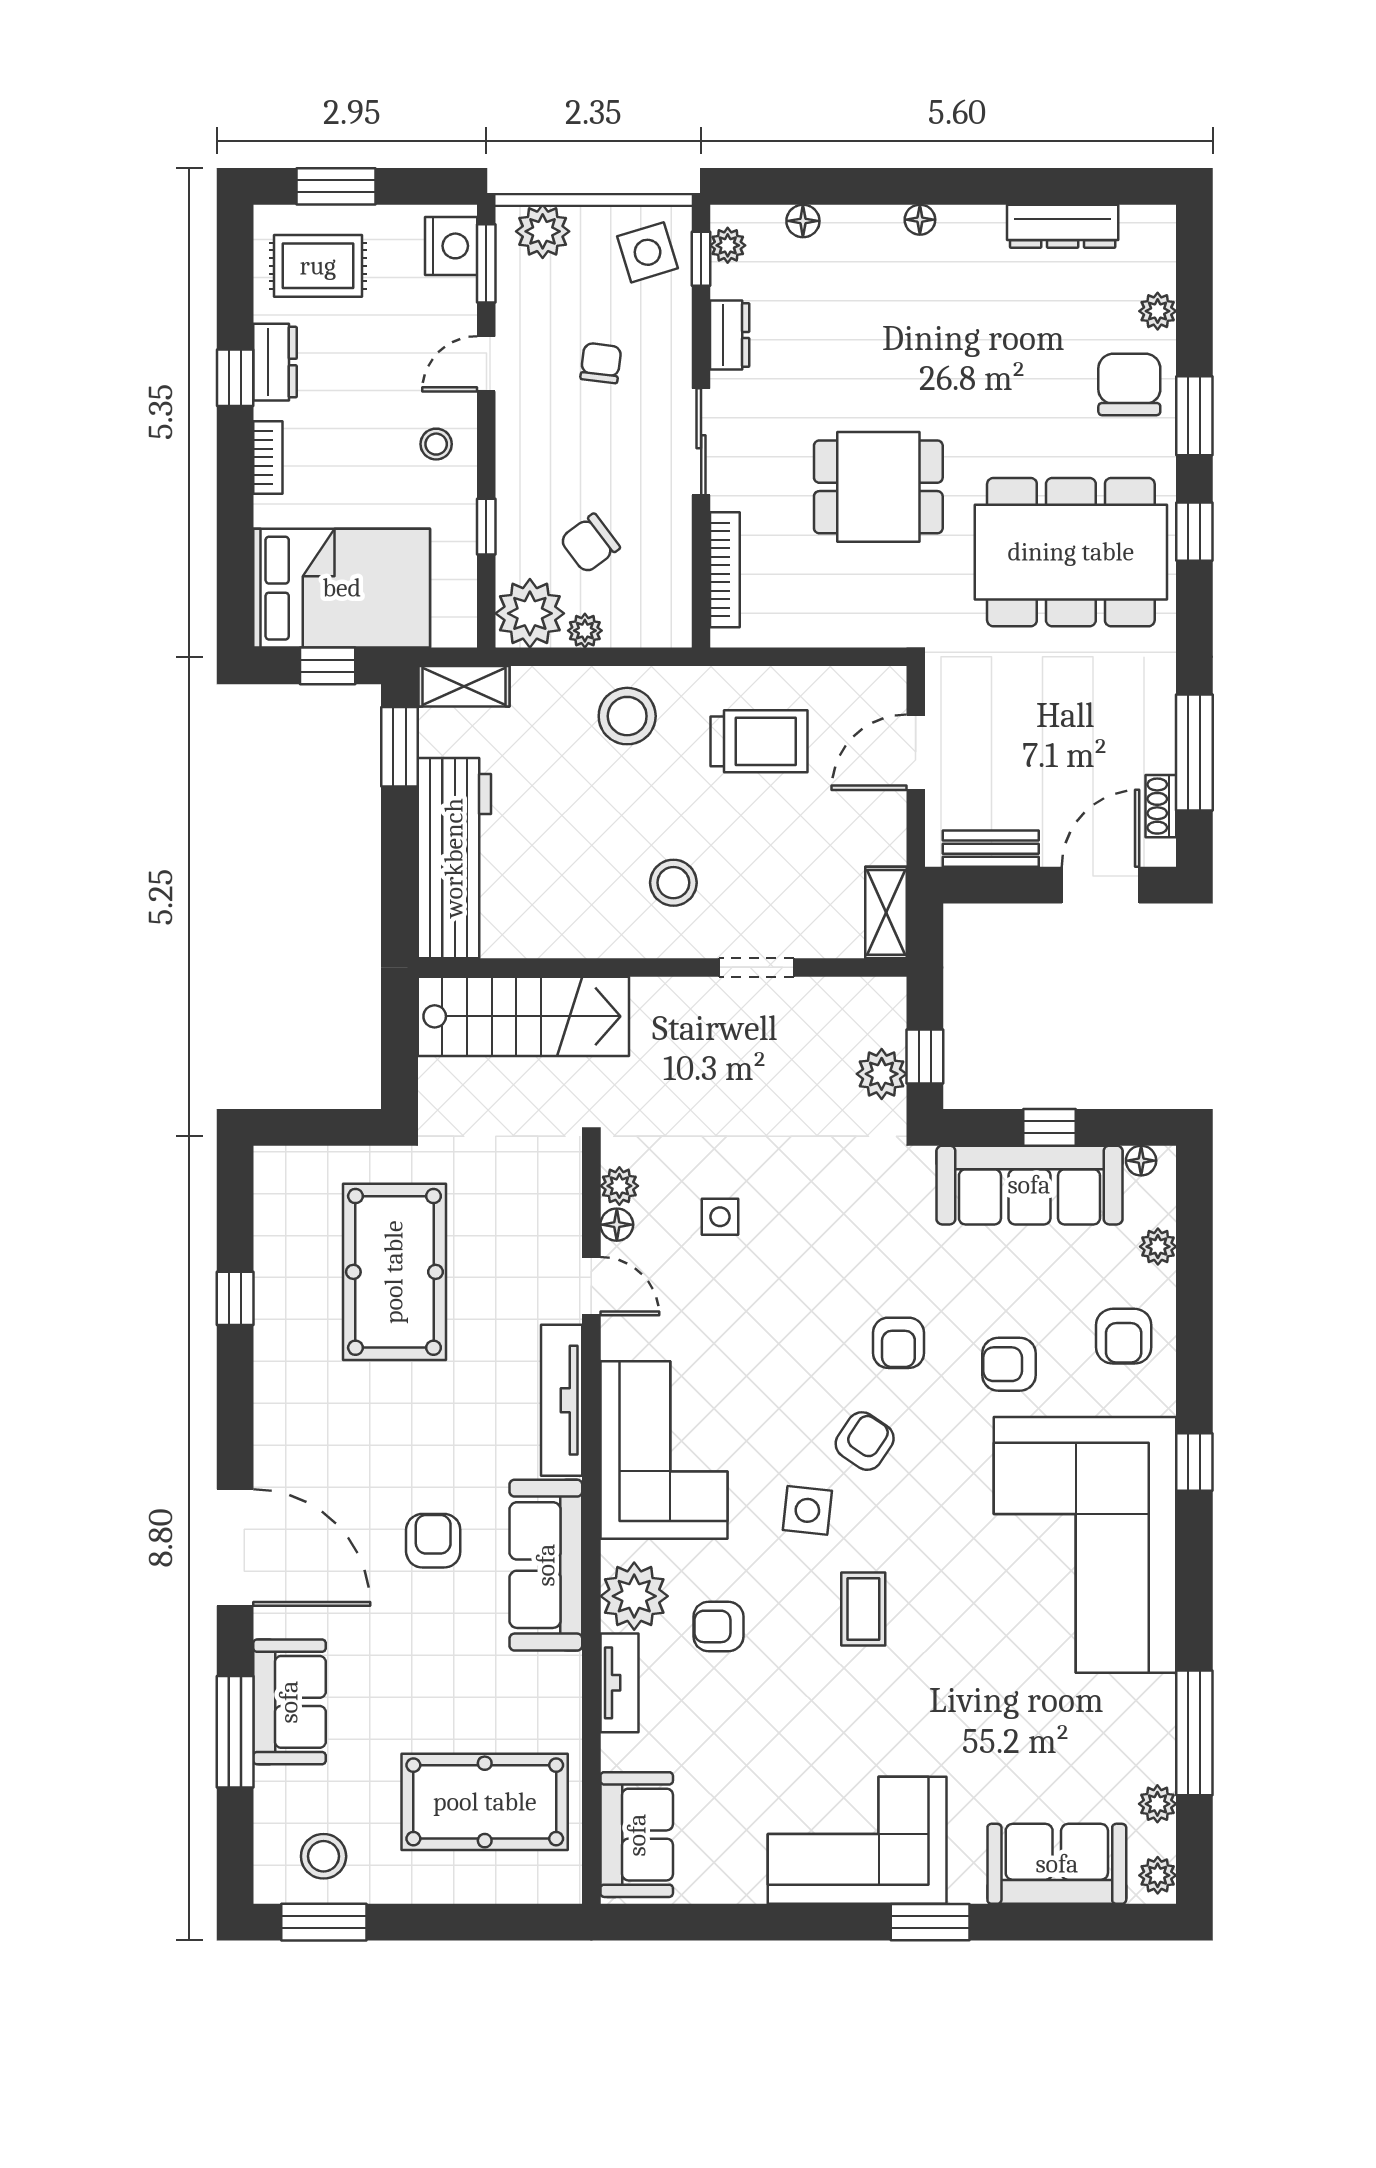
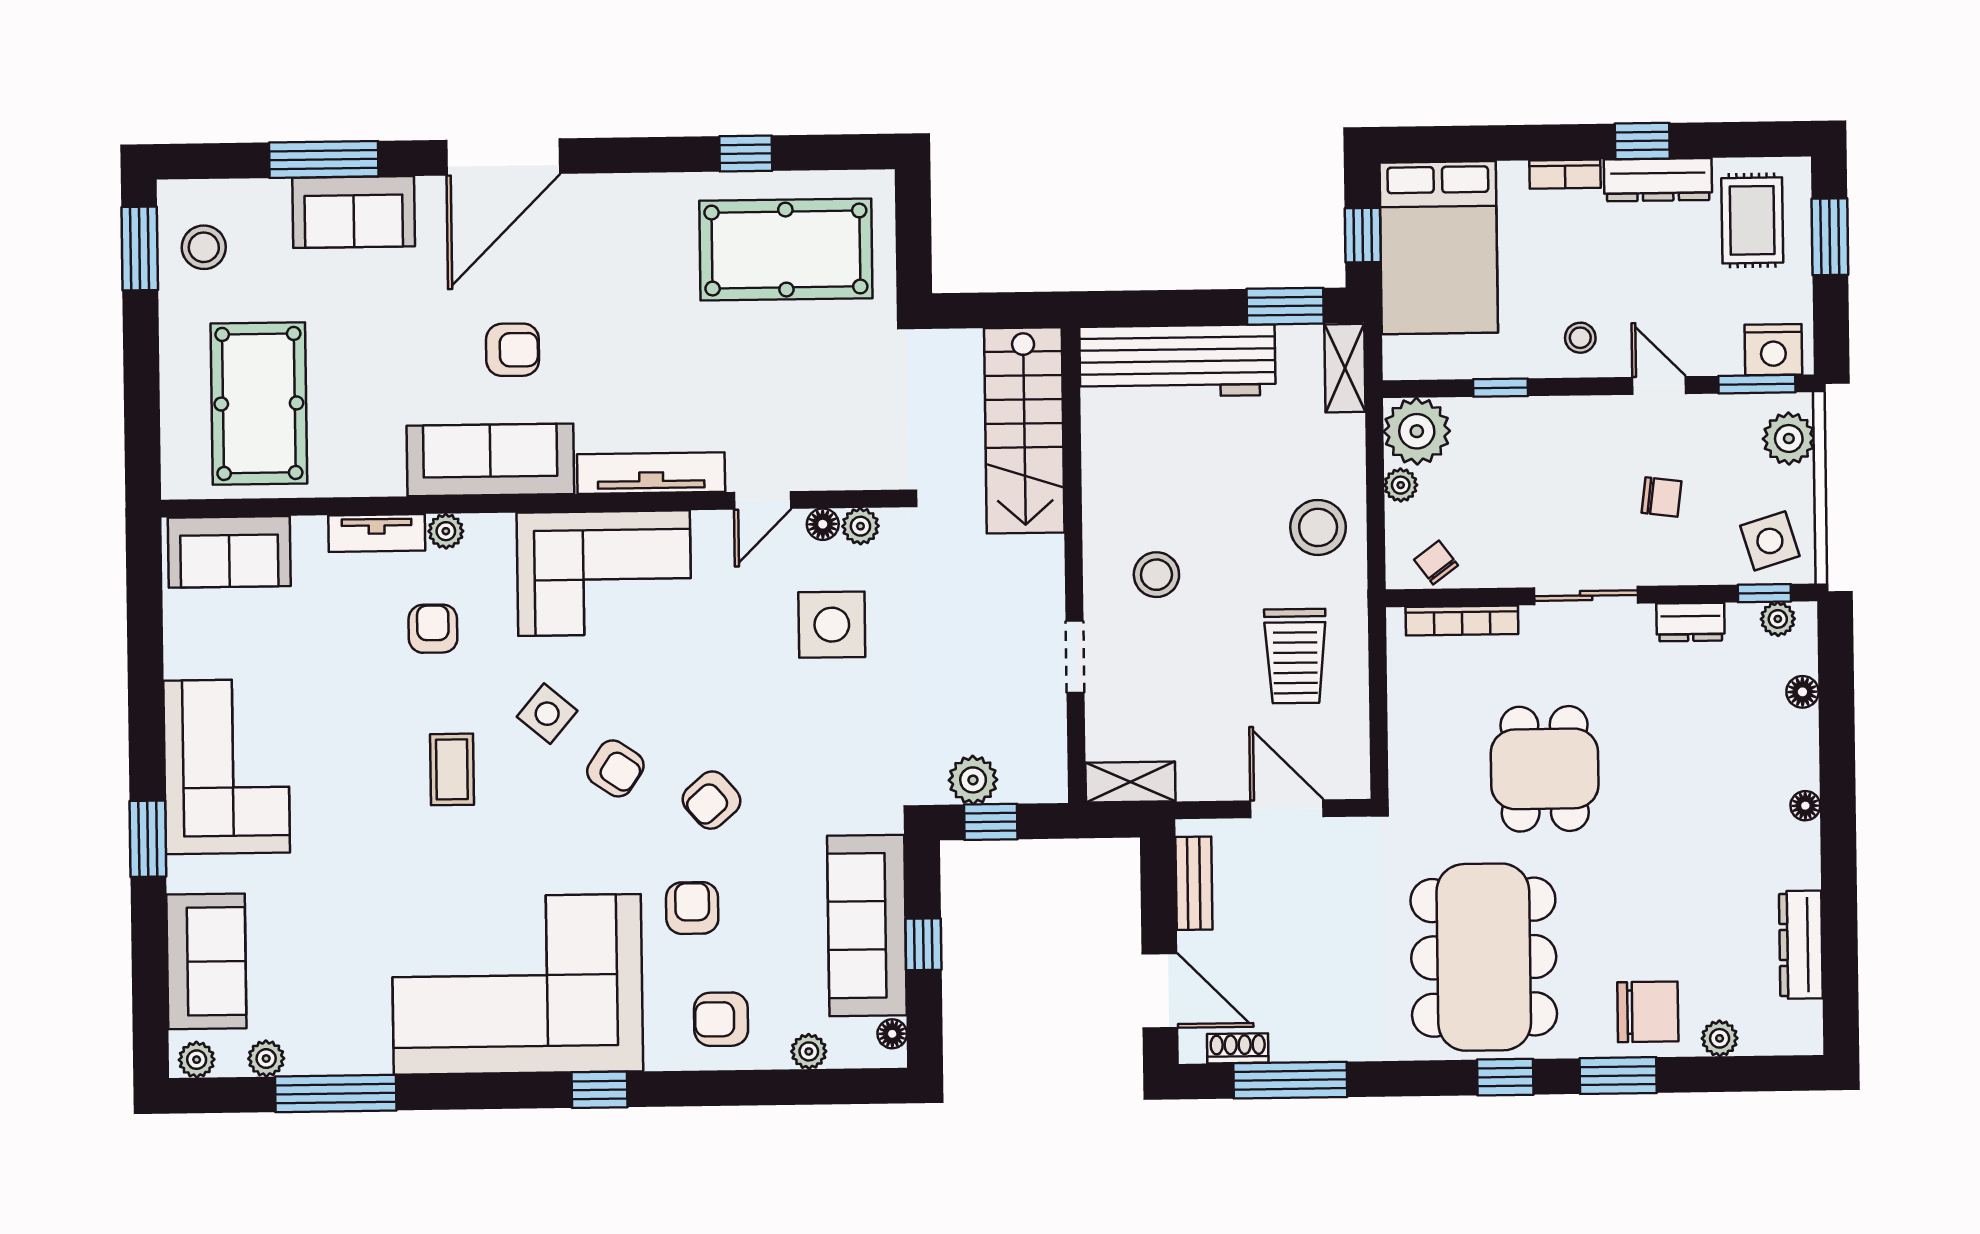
dresser: (275, 362) -> (1658, 180), width x1.44
chair: (590, 543) -> (1436, 563), moved, width x0.73, depth x0.73
side table: (720, 1217) -> (832, 625), width x1.87, depth x1.87
pool table: (394, 1272) -> (786, 250), moved
armchair: (898, 1343) -> (711, 800), turned -41
side table: (807, 1510) -> (547, 714), turned 34
plant: (634, 1596) -> (446, 531), width x0.53, depth x0.53
coffee table: (863, 1609) -> (452, 769), turned 90

